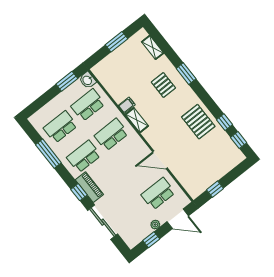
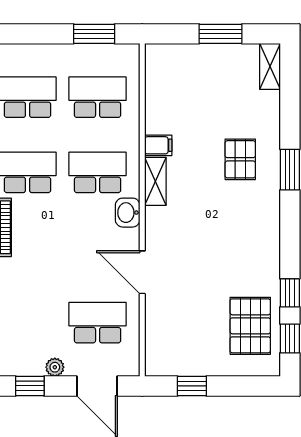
shelving: (153, 47) -> (270, 66), moved
washbasin: (87, 80) -> (128, 213), moved
pallet: (198, 122) -> (250, 326), moved

